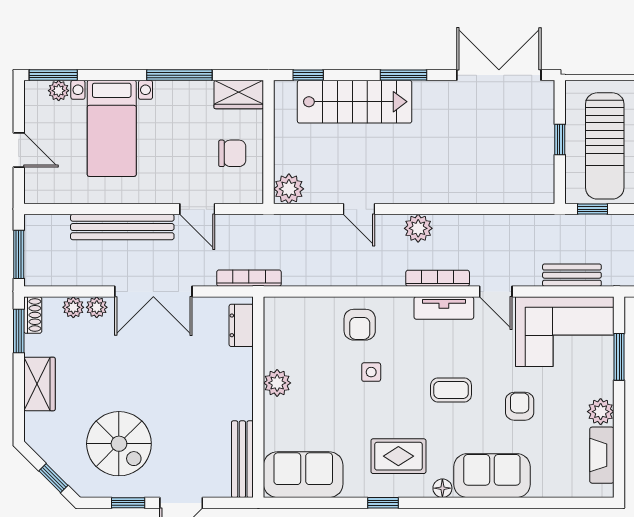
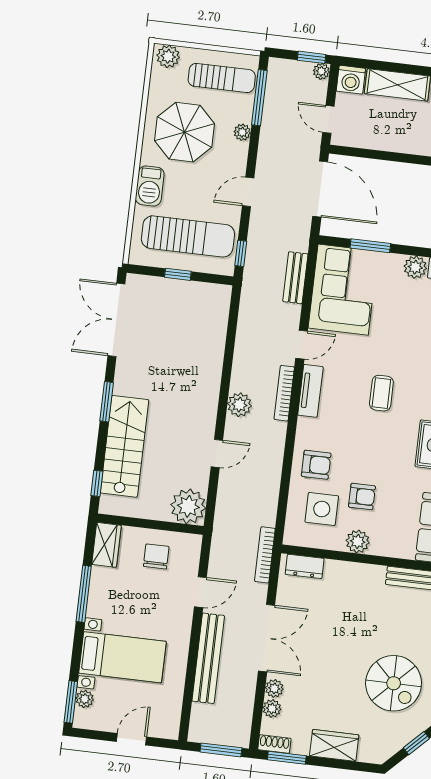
plant: (289, 189) -> (188, 506), width x1.36, depth x1.36
side table: (371, 372) -> (322, 509), moved, width x1.87, depth x1.87
armchair: (520, 406) -> (362, 497), moved, turned 180
spiral stairs: (119, 444) -> (394, 683), turned 90

